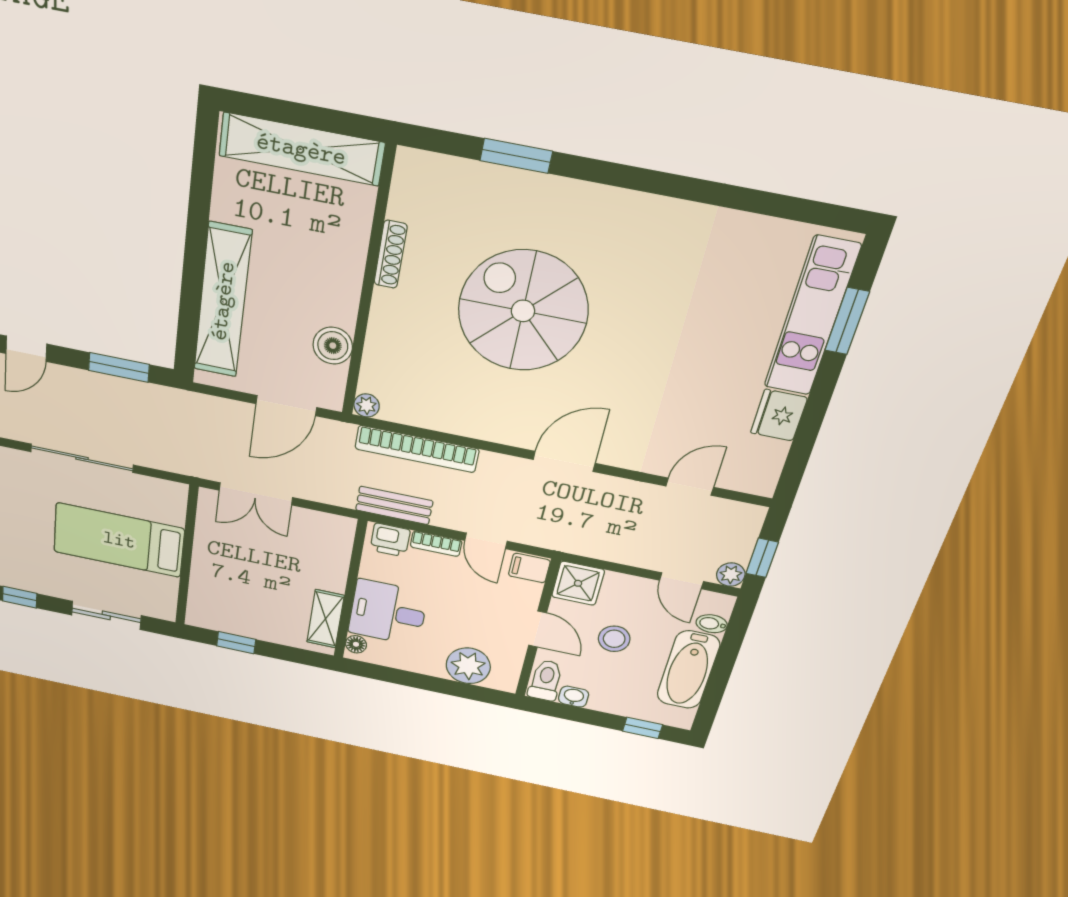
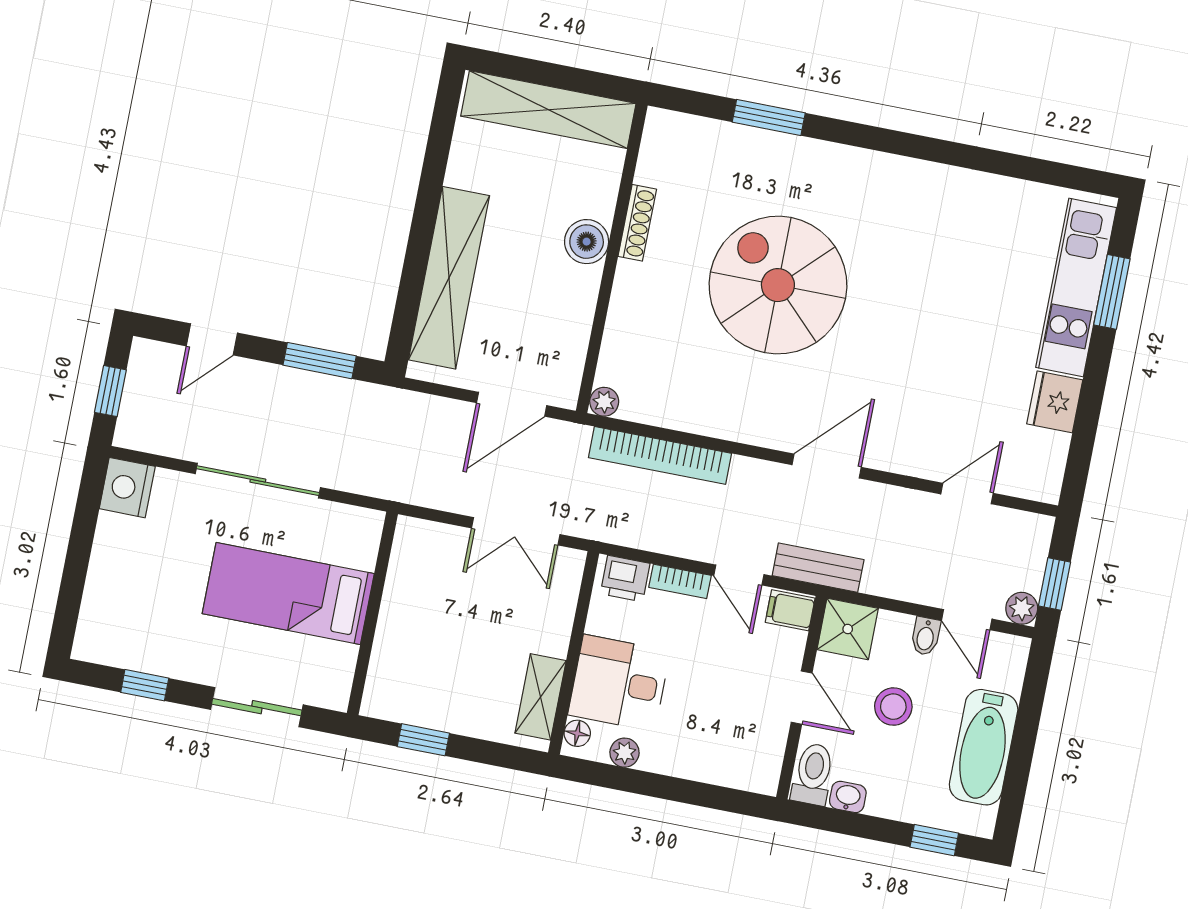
boiler: (333, 346) -> (587, 242), moved
double door: (256, 494) -> (516, 531), moved
bench: (394, 505) -> (818, 568), moved
bidet: (712, 624) -> (926, 636), moved, turned -90
plant: (468, 666) -> (624, 753), moved, width x0.53, depth x0.53

